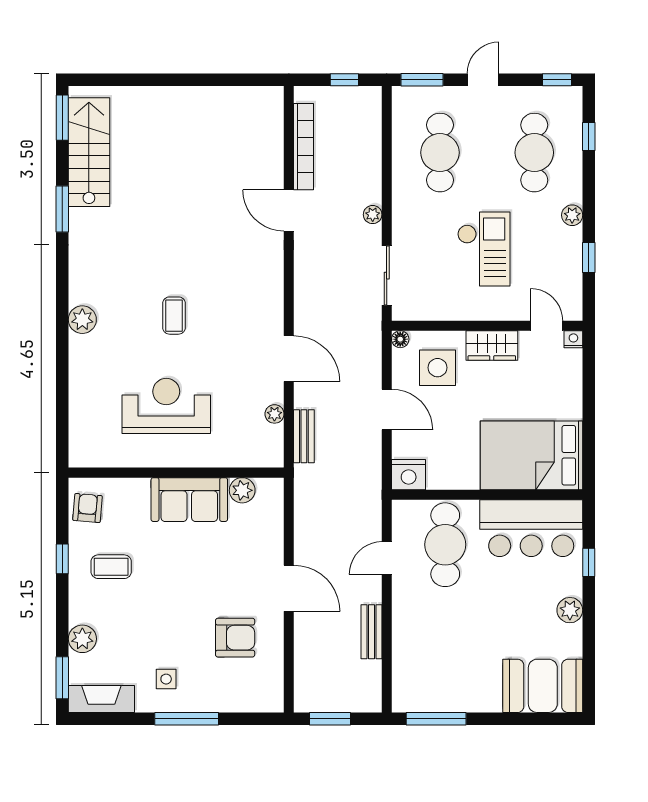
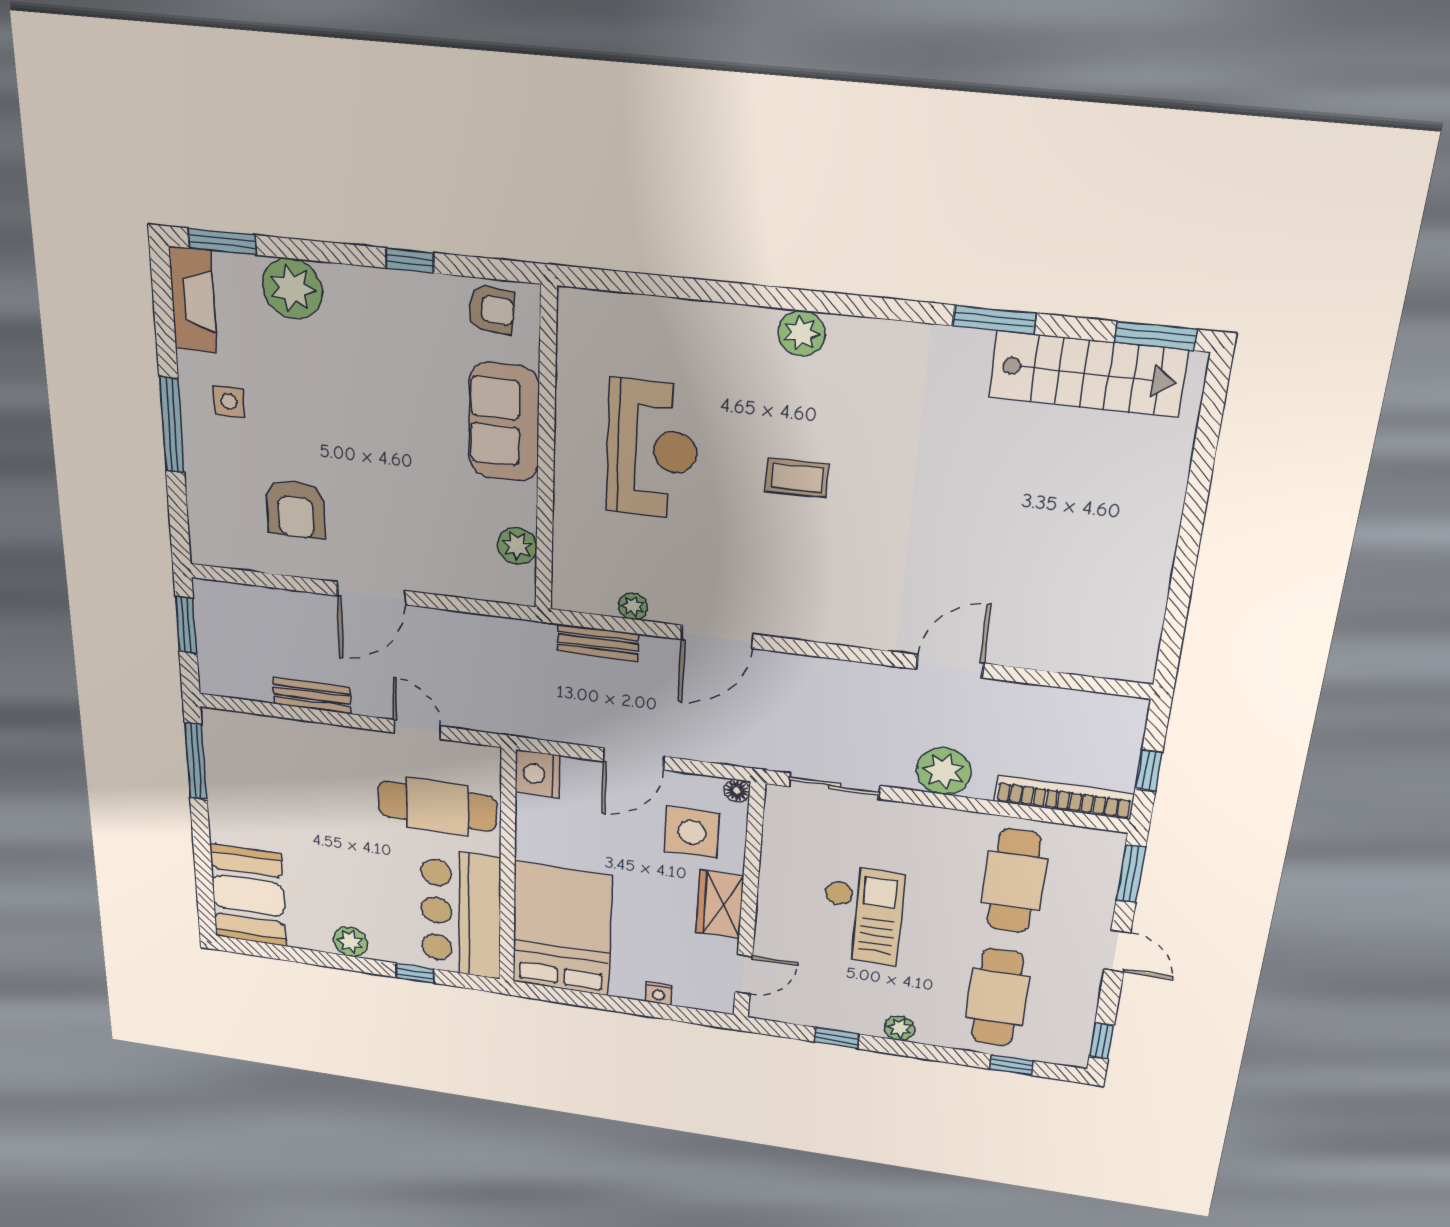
bookcase: (304, 147) -> (1064, 797), moved, turned 180
cafe table: (440, 153) -> (1014, 881), turned 90
cafe table: (534, 153) -> (997, 997), turned 90
plant: (373, 215) -> (944, 771), width x1.87, depth x1.87
checkout: (484, 249) -> (862, 915), turned -90
nightstand: (573, 339) -> (659, 993), moved, turned 90
sofa: (189, 500) -> (504, 422), moved
coffee table: (111, 567) -> (398, 337), removed
plant: (82, 639) -> (292, 289), width x1.36, depth x1.36

